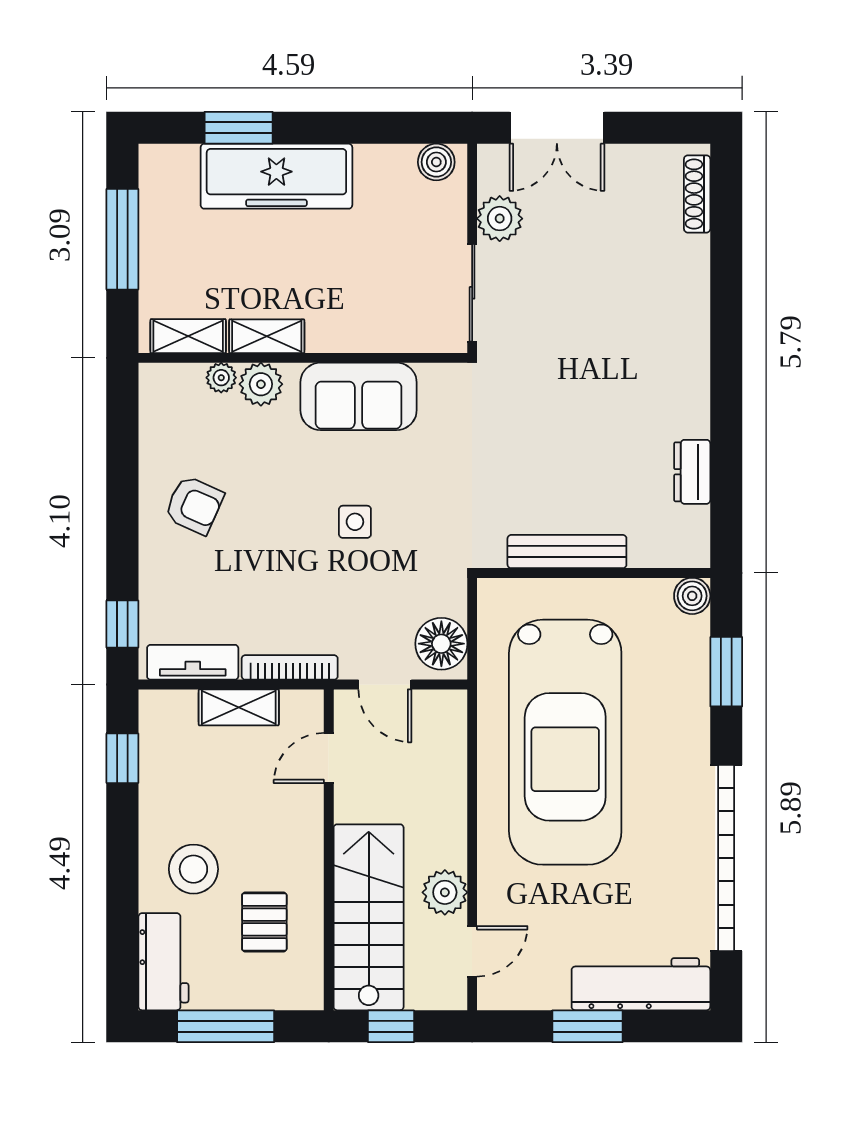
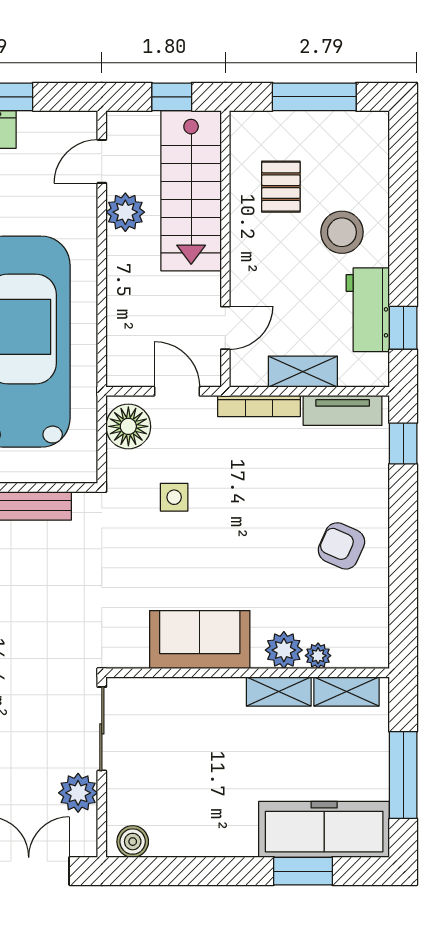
freezer: (276, 176) -> (324, 829), moved
side table: (355, 522) -> (174, 497), moved
workbench: (163, 962) -> (368, 310), moved

